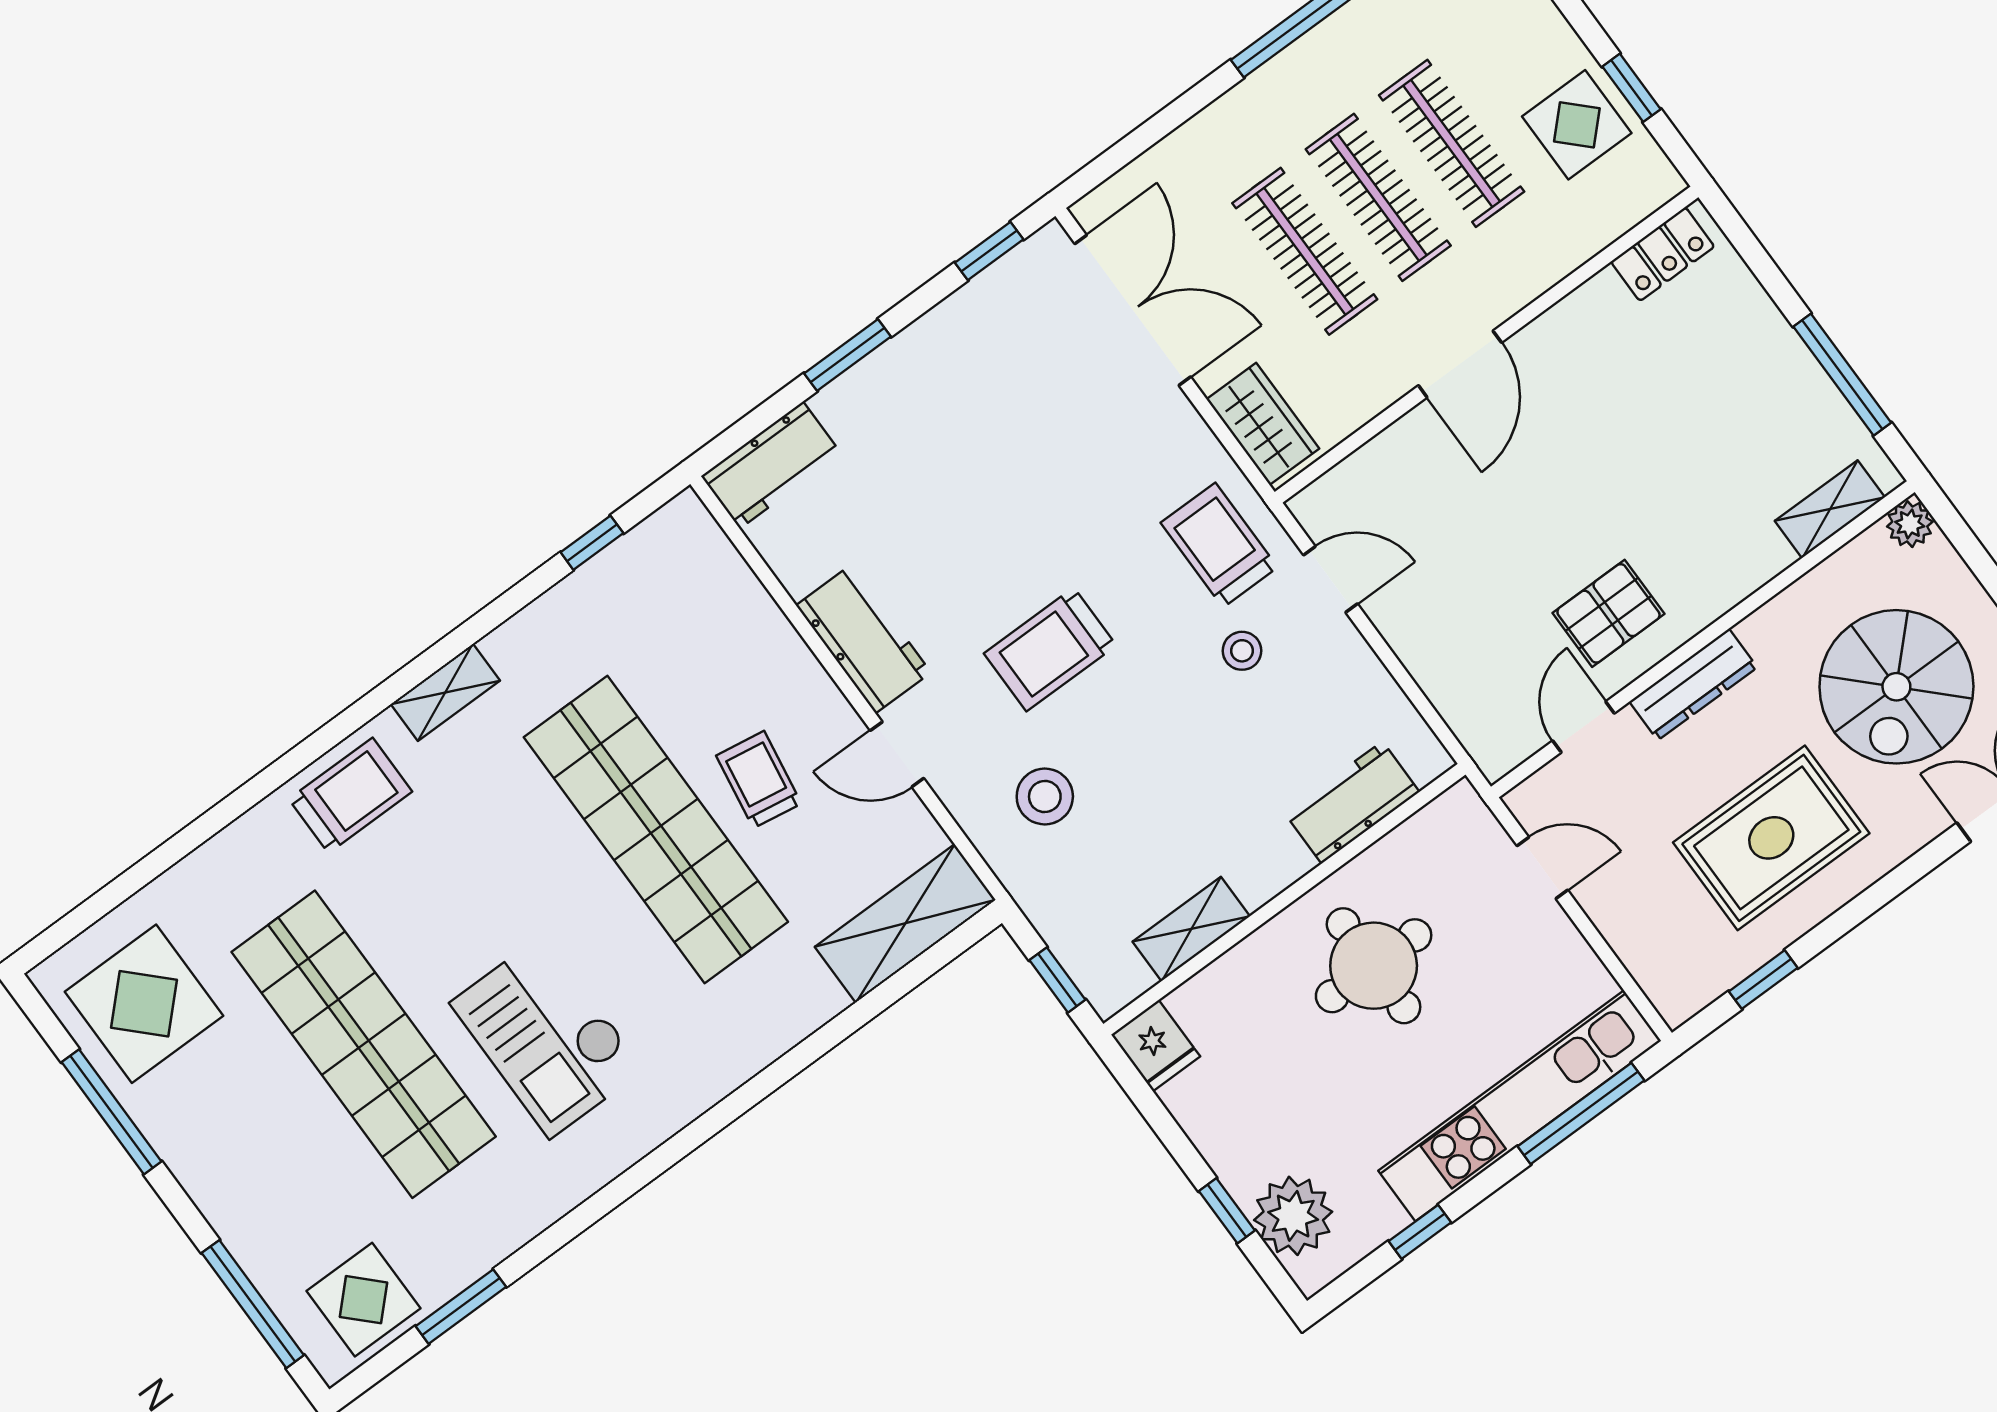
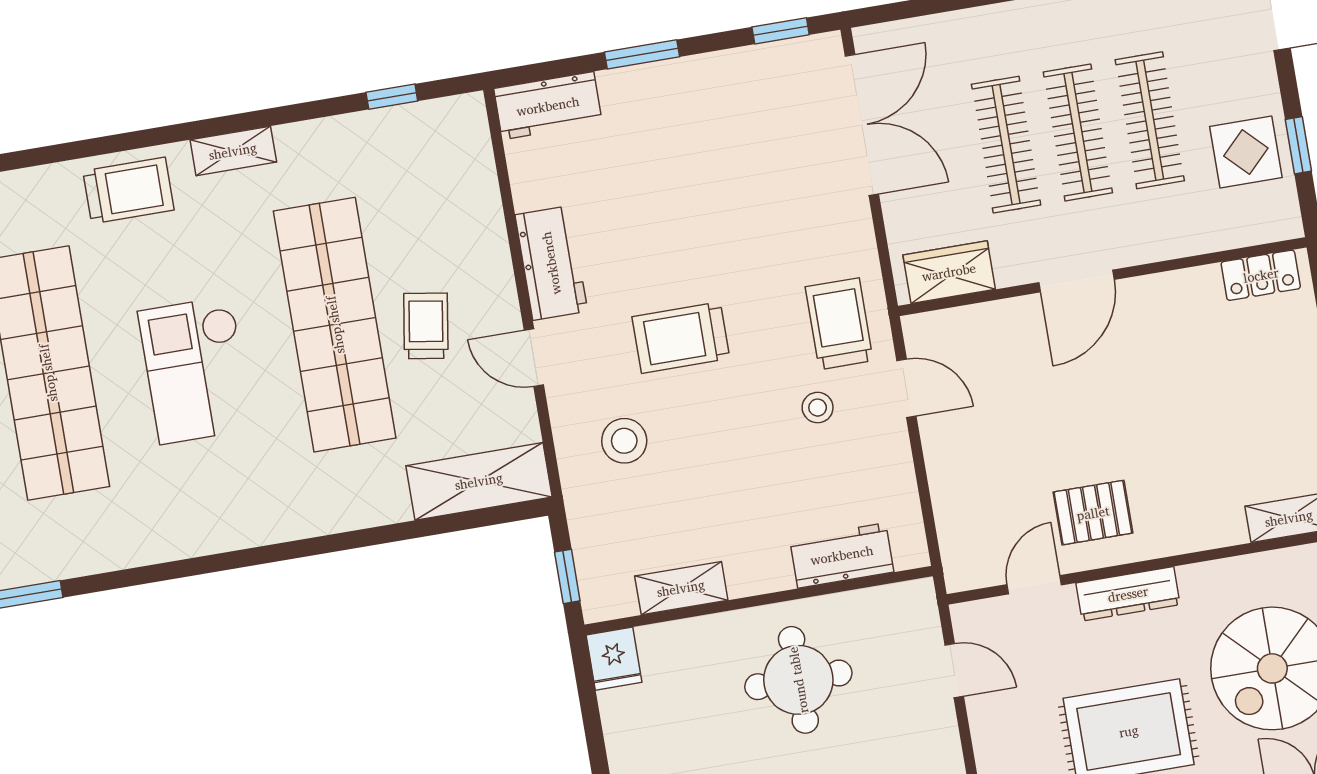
wardrobe: (1263, 424) -> (949, 272), moved, turned -90
checkout: (547, 1036) -> (196, 370), moved

